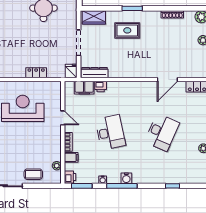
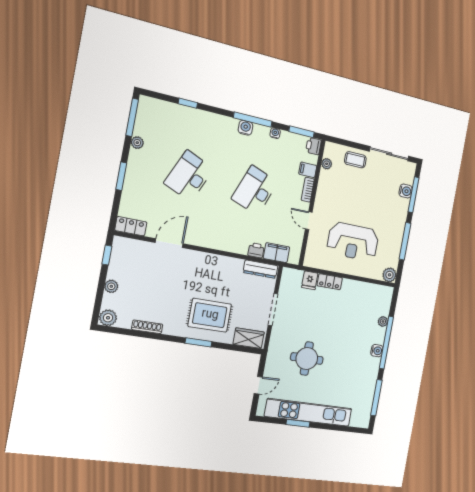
rug: (127, 30) -> (210, 315), width x1.36, depth x1.43
fridge: (71, 71) -> (310, 280), moved
desk: (110, 132) -> (255, 190), turned 33

